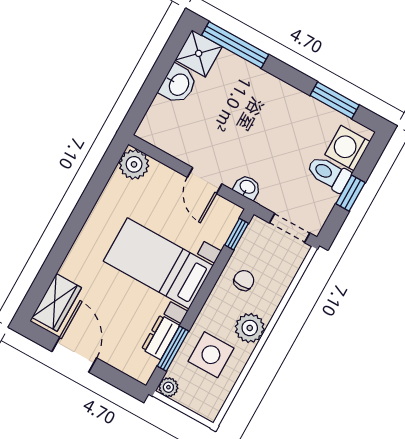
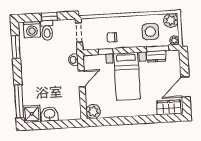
window: (237, 234) -> (106, 52), moved
plant: (250, 328) -> (171, 20), moved

